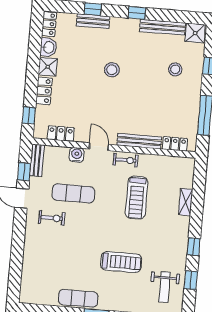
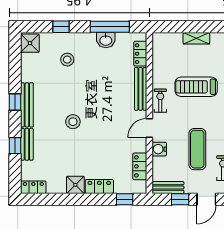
bench: (162, 27) -> (27, 105), moved
washbasin: (48, 47) -> (106, 40), moved, turned 180
treadmill: (137, 198) -> (196, 87), turned 180

